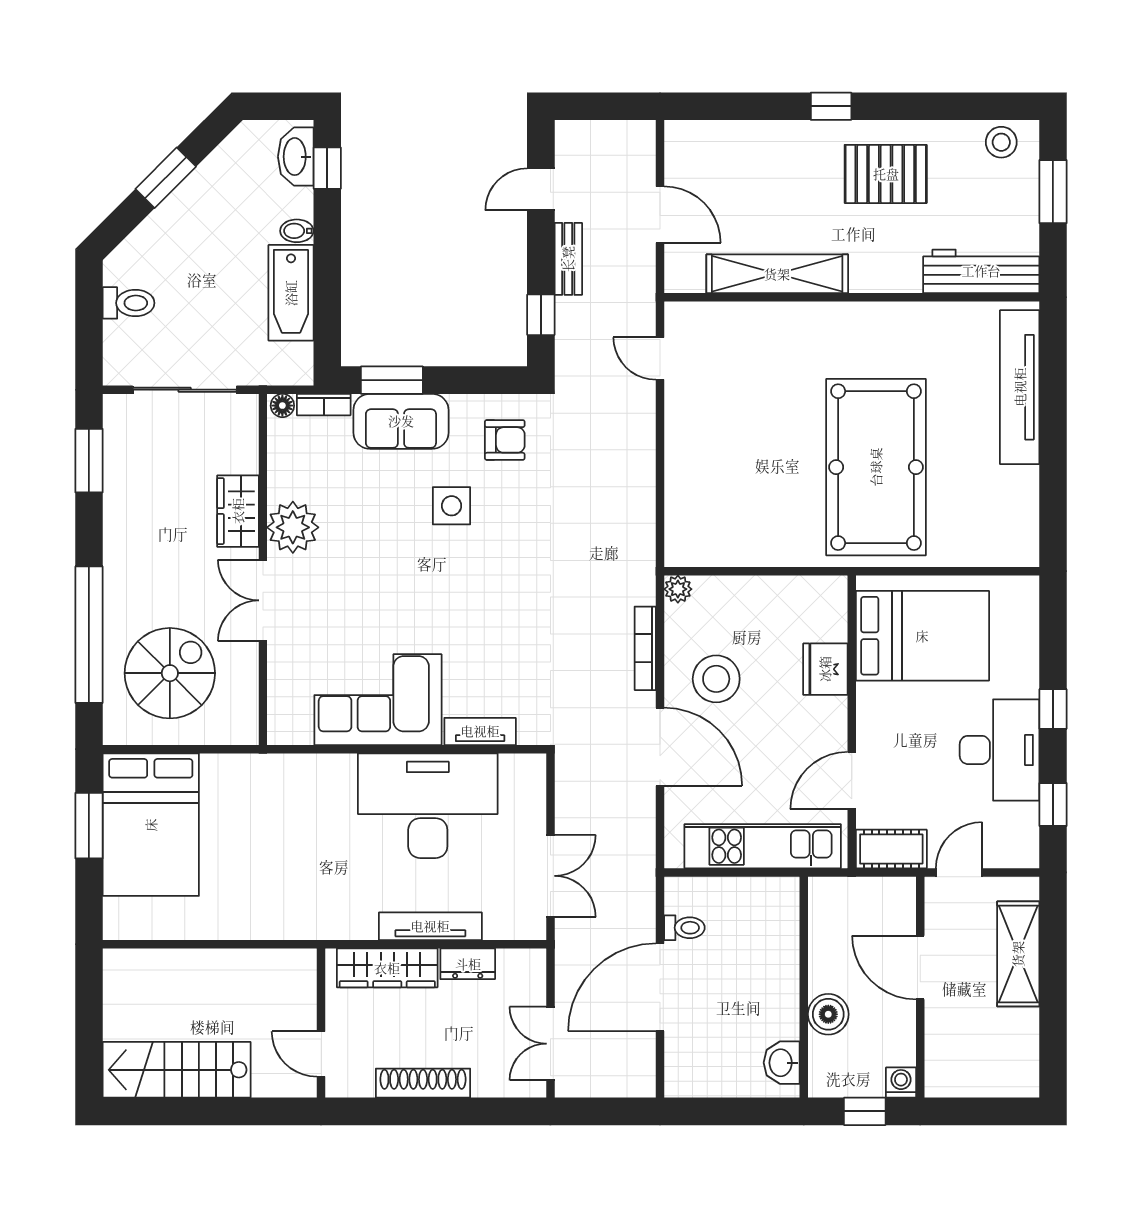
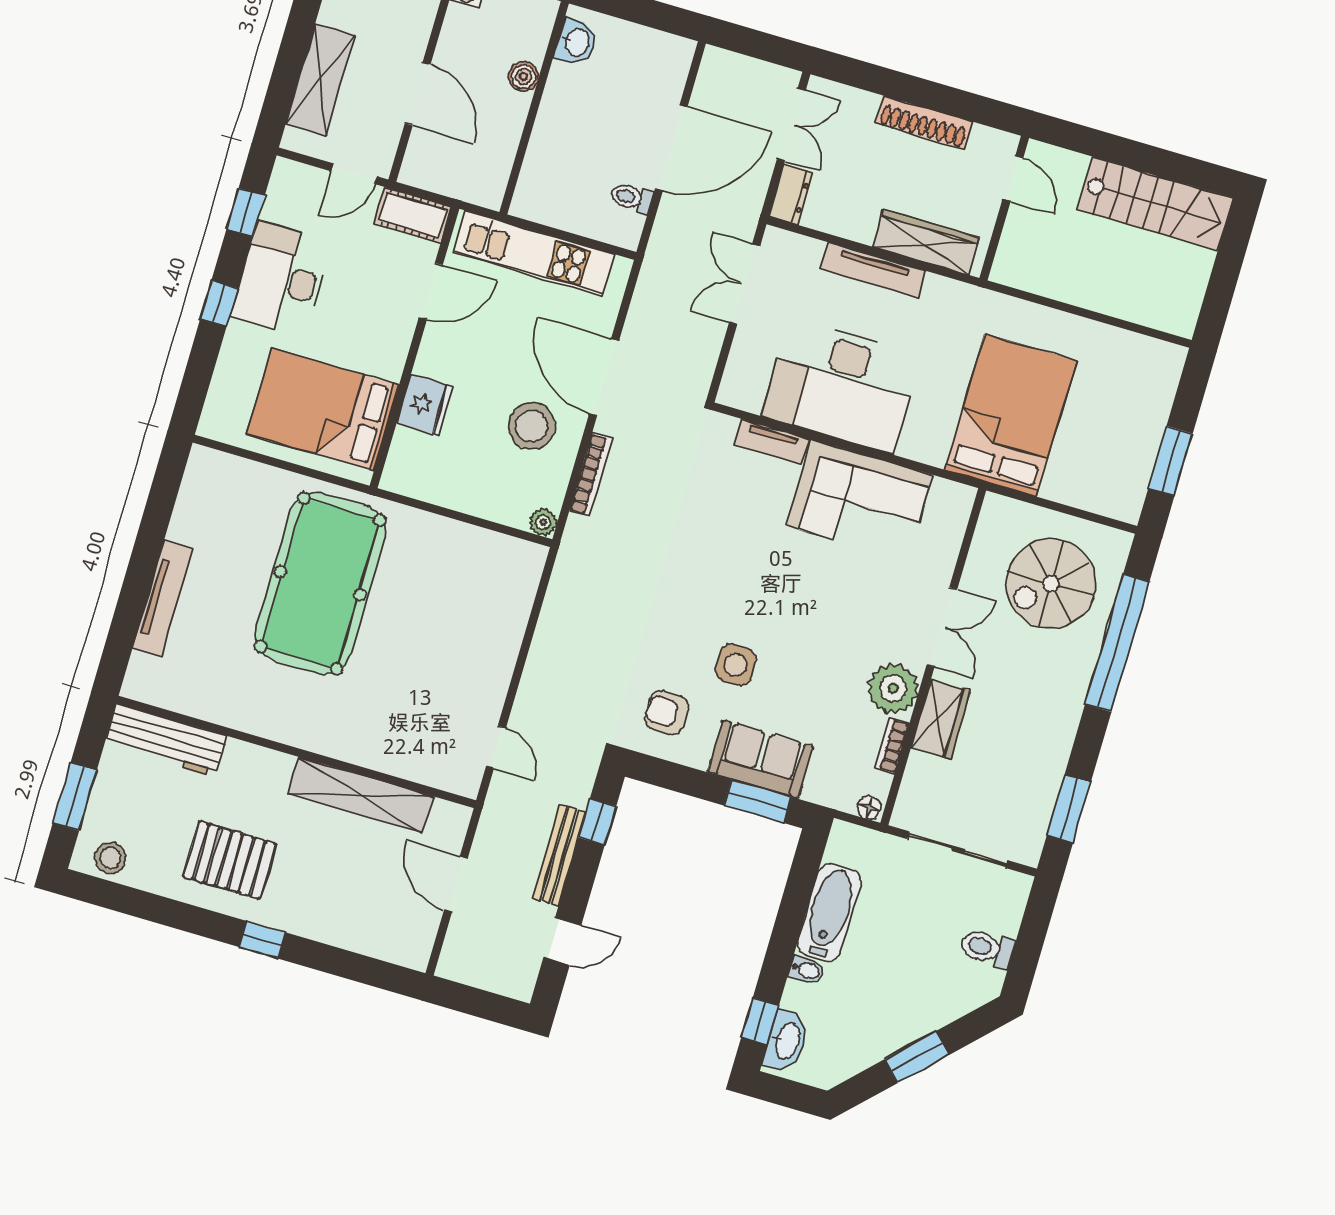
bench: (568, 259) -> (559, 855), width x1.36
tv unit: (1020, 387) -> (163, 599), width x0.73, depth x0.78
bookcase: (324, 405) -> (892, 746), moved, turned -90
bed: (151, 825) -> (1011, 415), moved
dresser: (468, 964) -> (791, 195), moved, turned 90
boiler: (828, 1014) -> (524, 77), width x0.73, depth x0.73

